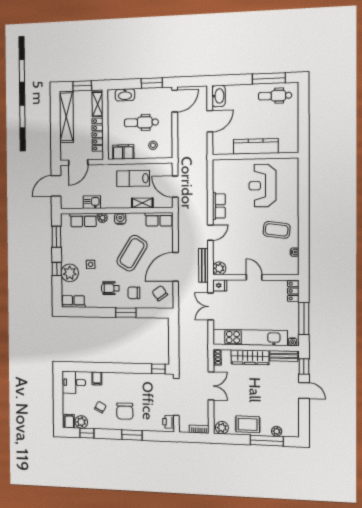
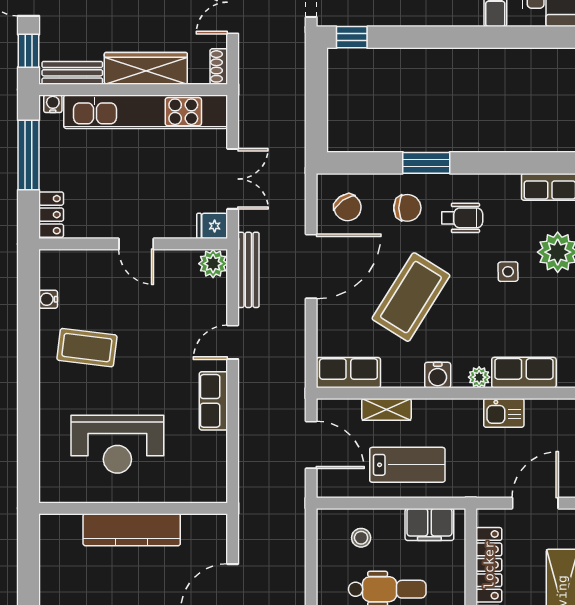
reception desk: (262, 186) -> (117, 444), turned 90

